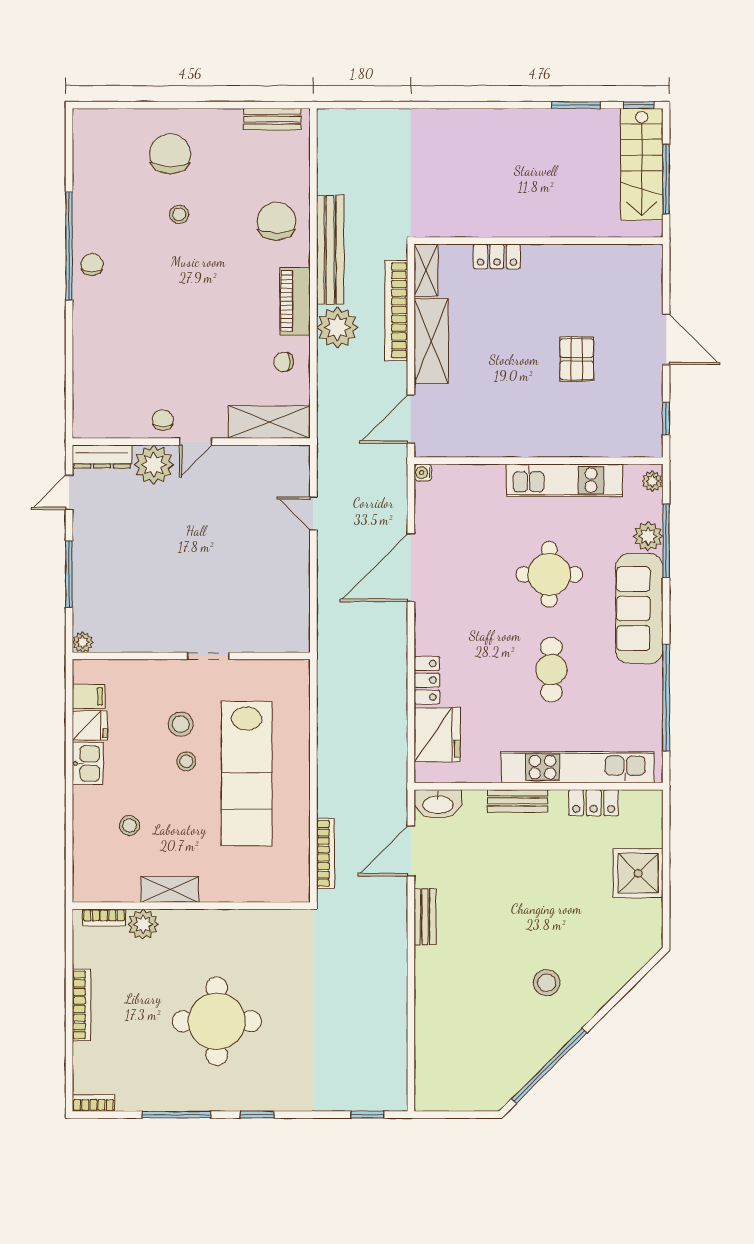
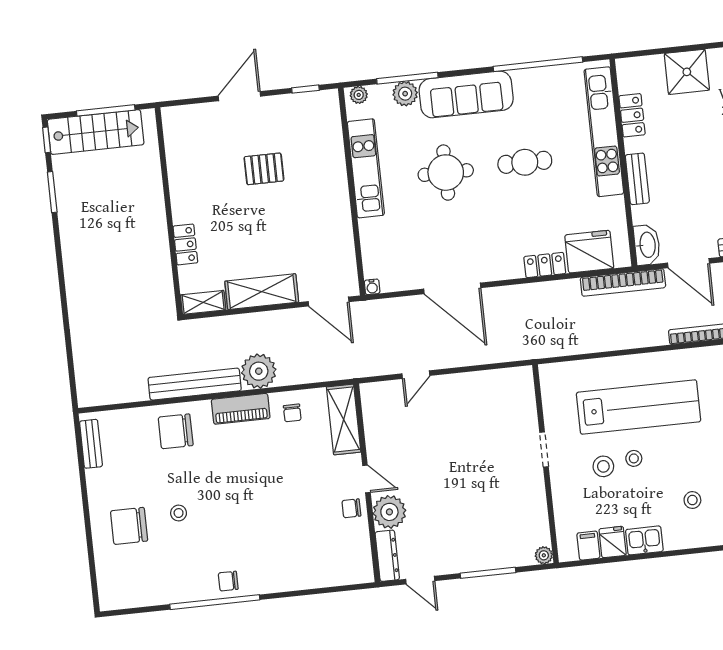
bookcase: (396, 310) -> (623, 283), moved

